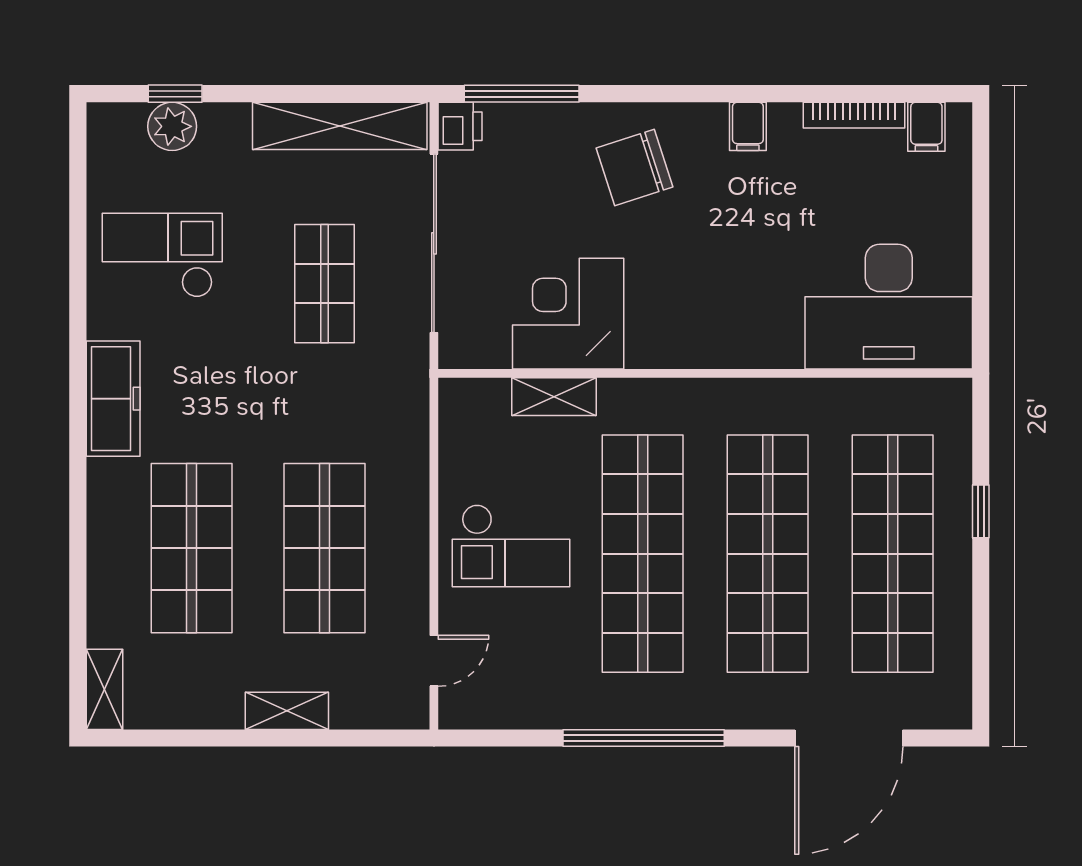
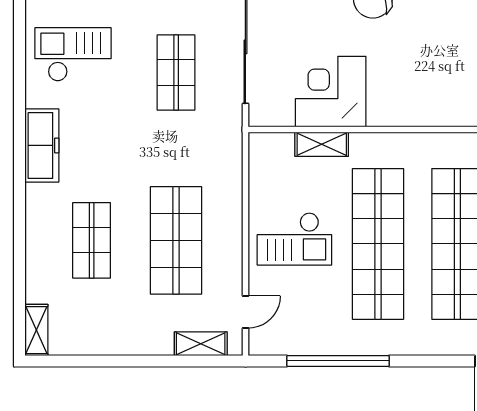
shop shelf: (192, 548) -> (92, 240), width x0.70, depth x0.74
shelving: (287, 711) -> (201, 344), moved
window: (644, 738) -> (338, 361), moved

